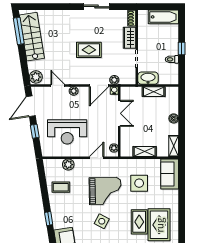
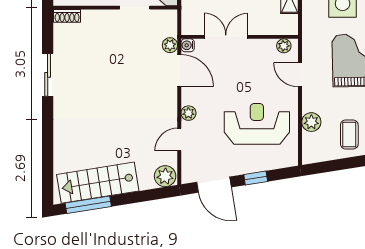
wardrobe: (129, 38) -> (100, 20), removed
rug: (89, 50) -> (120, 88), removed
reception desk: (67, 132) -> (257, 124), turned -90

